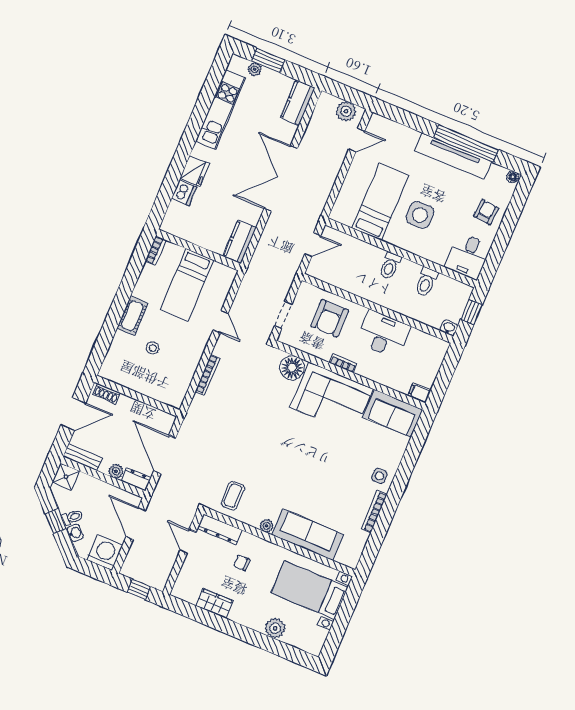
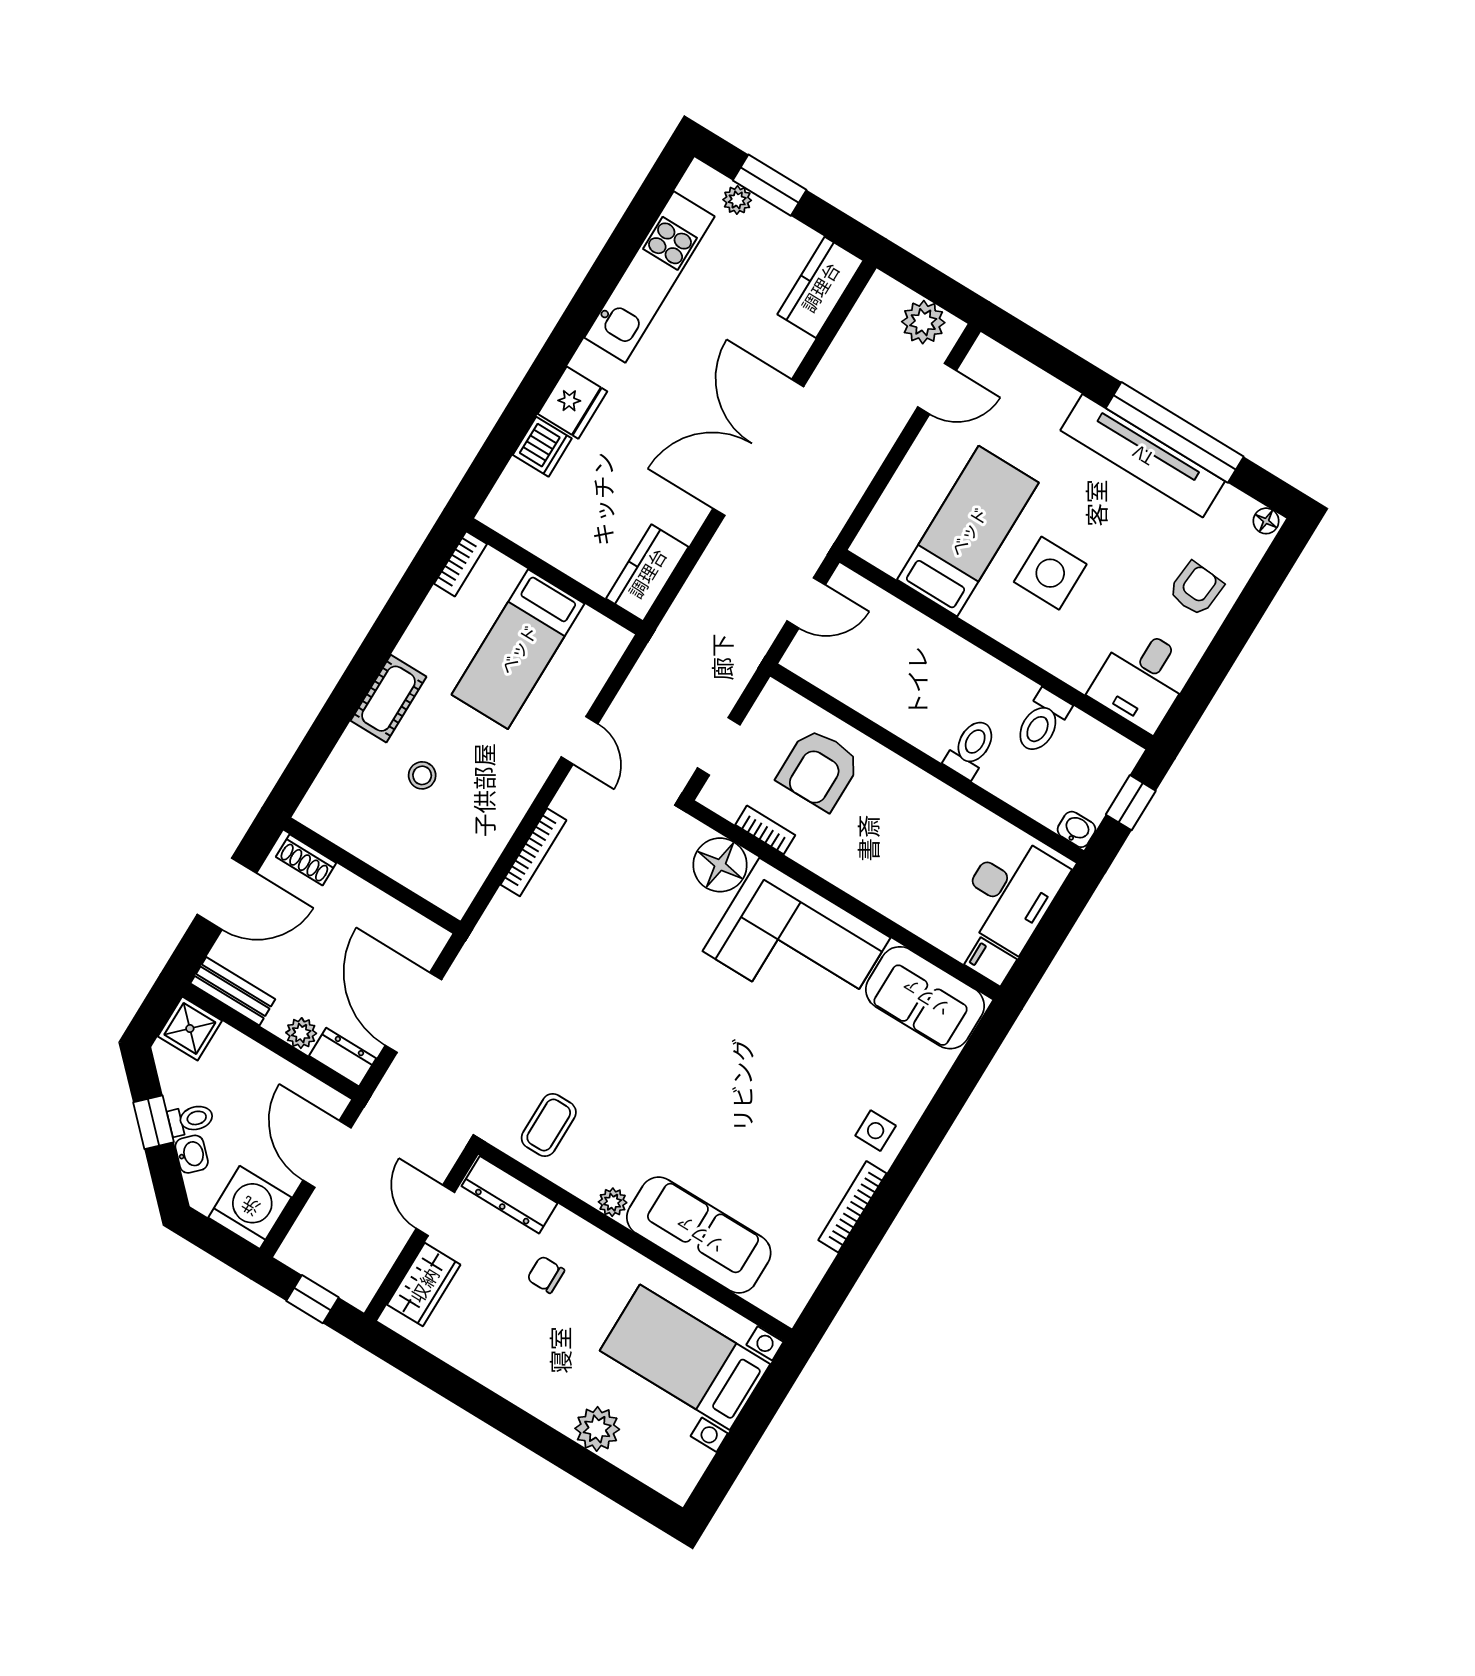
toilet: (390, 266) -> (971, 748), moved, turned 180
desk: (383, 334) -> (1011, 892), moved, turned 90
bookcase: (343, 363) -> (765, 830), moved
wardrobe: (214, 603) -> (424, 1285), moved, turned 90

